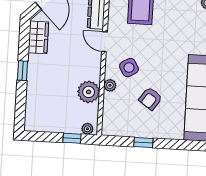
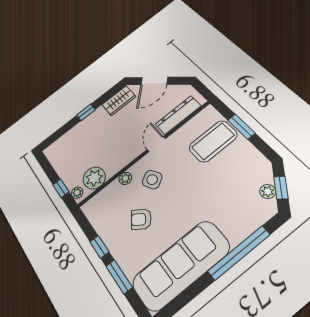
plant: (89, 92) -> (94, 178), moved
window: (175, 144) -> (119, 277), added

